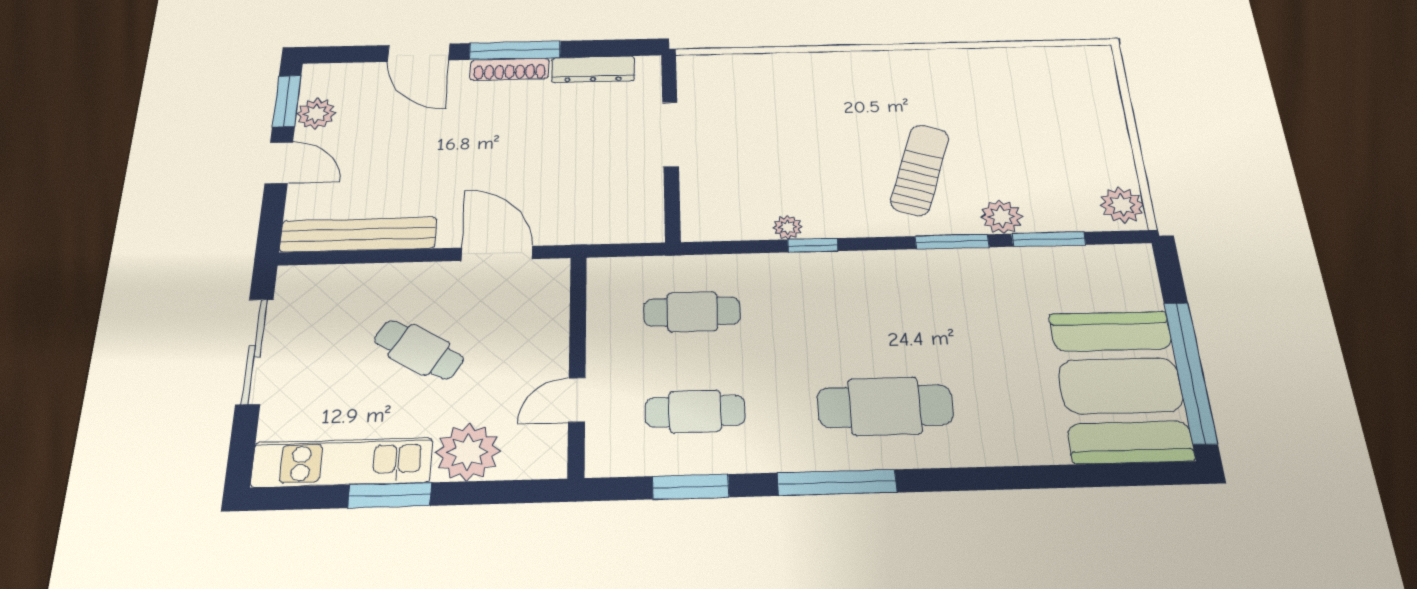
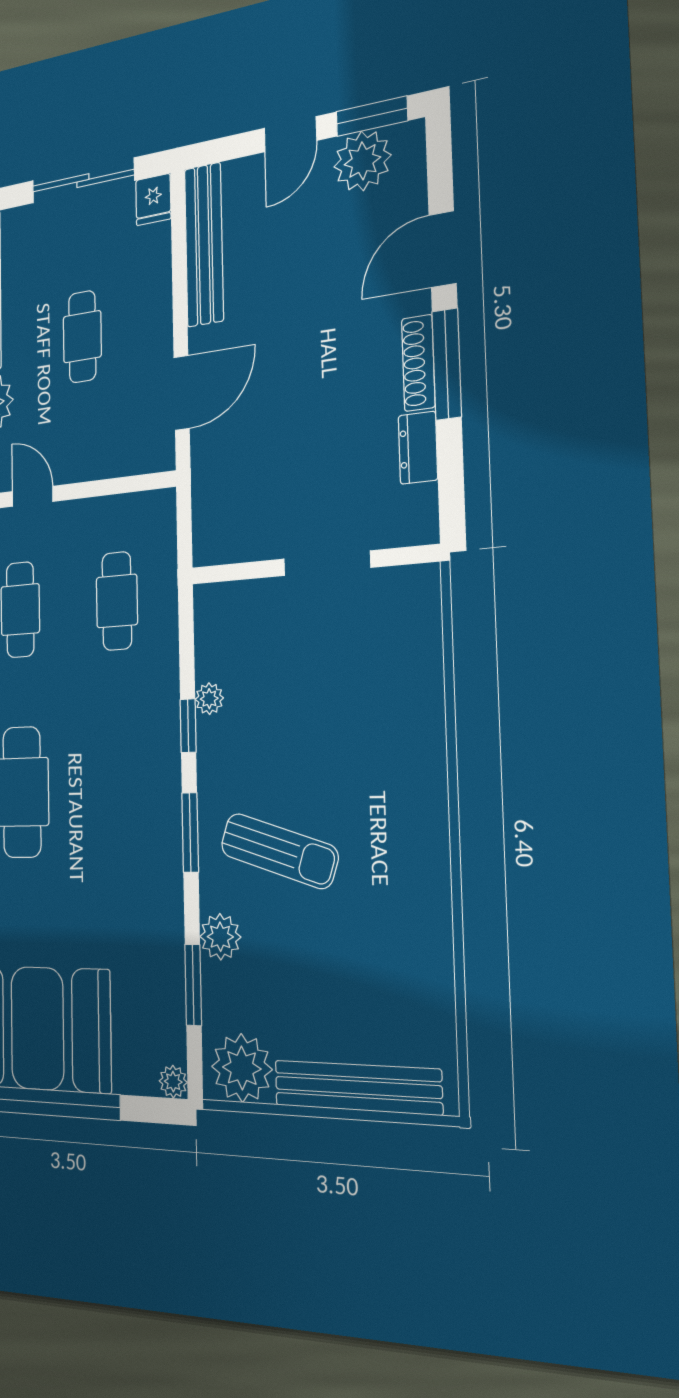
dresser: (593, 69) -> (418, 448), width x0.70
bench: (1107, 112) -> (357, 1087), added
plant: (316, 114) -> (362, 161), width x1.36, depth x1.36
plant: (1122, 205) -> (242, 1068), width x1.36, depth x1.36
window: (952, 242) -> (190, 833), moved
plant: (1139, 256) -> (173, 1082), added
fridge: (299, 281) -> (153, 200), added
cafe table: (419, 350) -> (82, 337), turned -32

